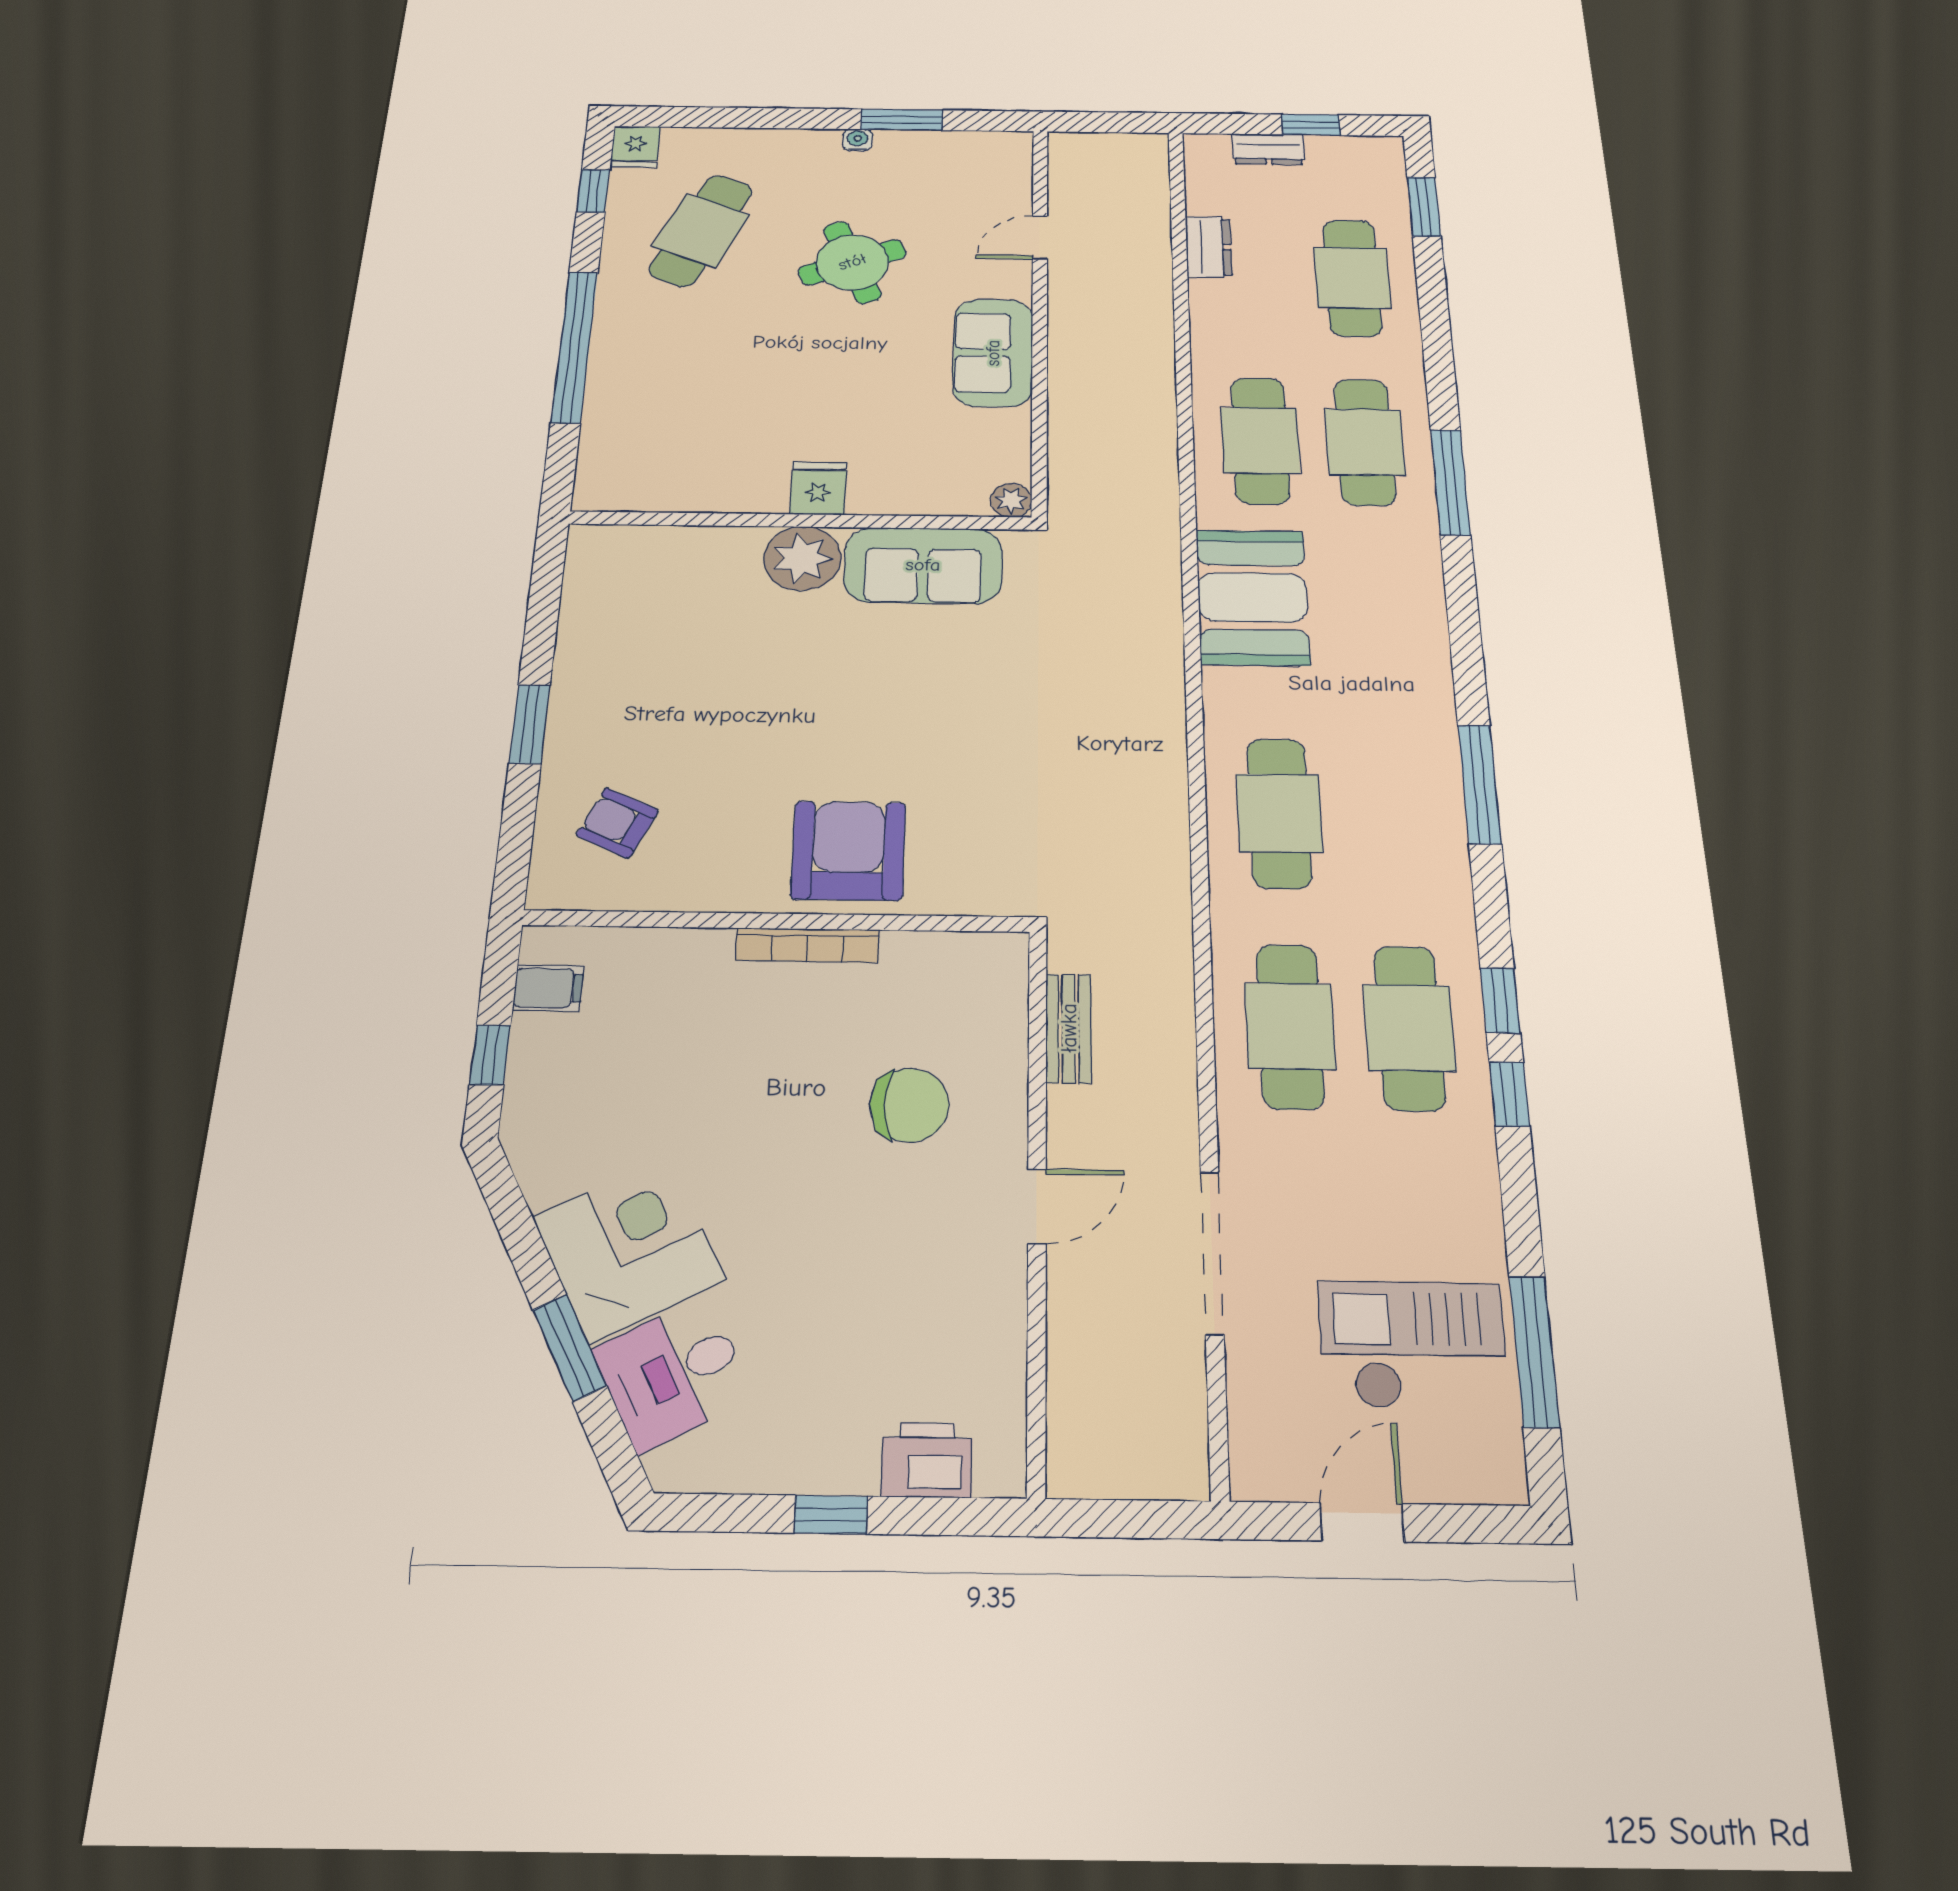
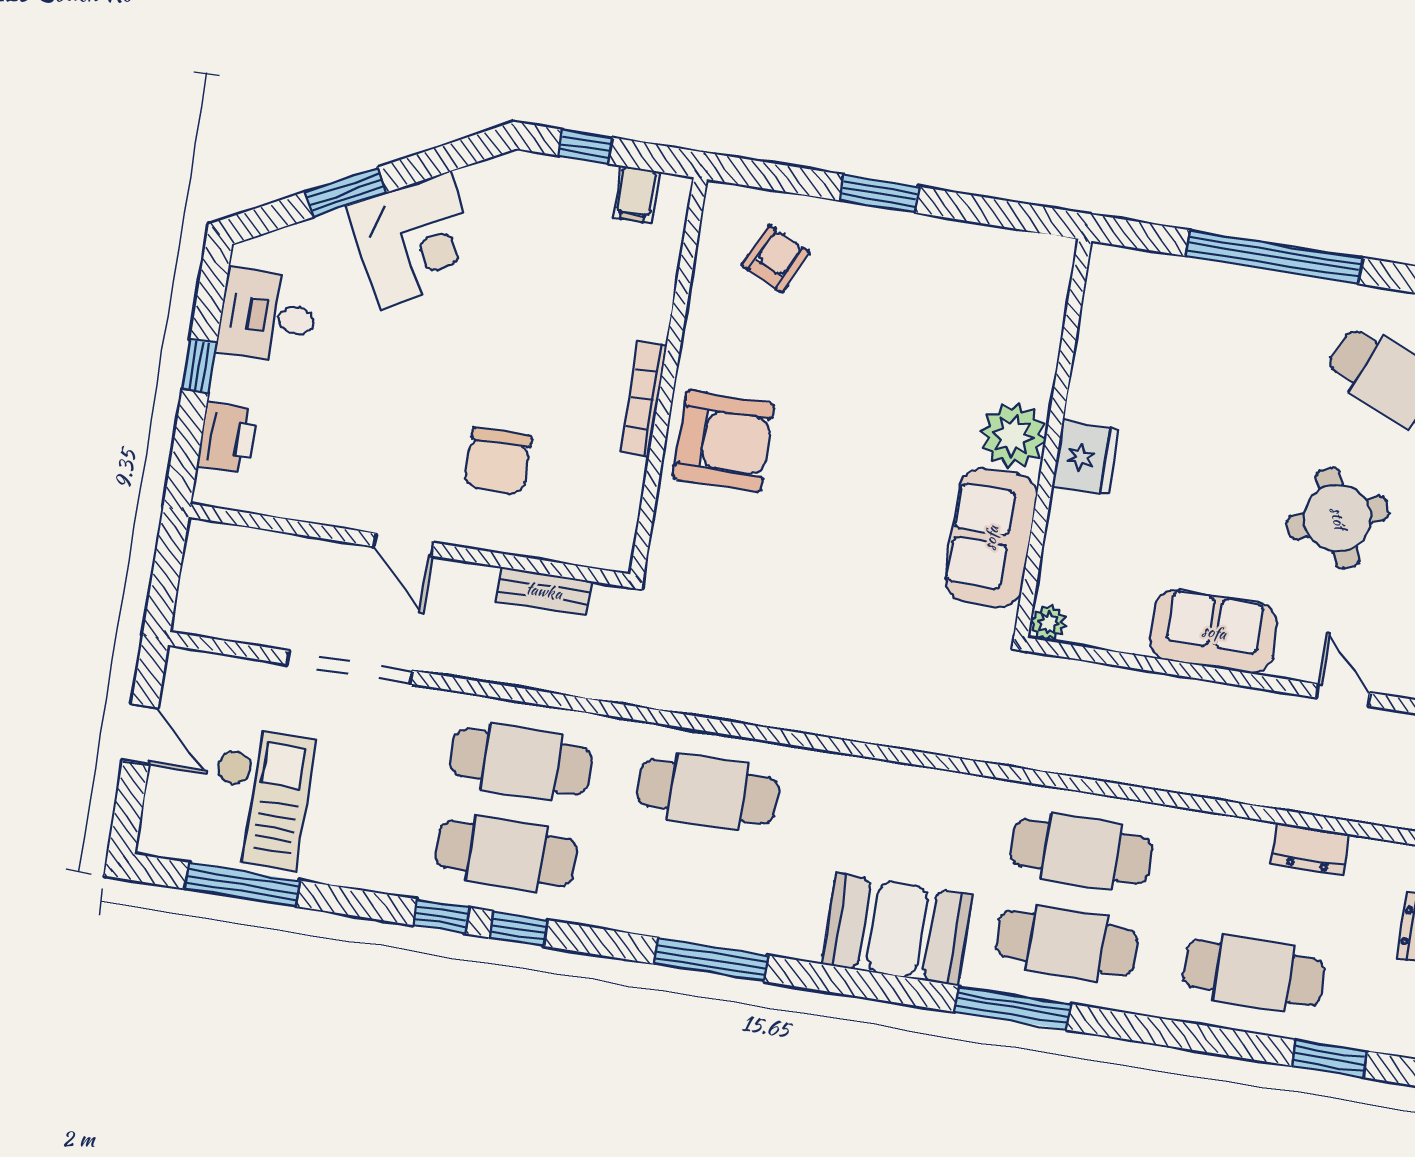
fridge: (818, 488) -> (1085, 458), width x1.38
booth: (1253, 597) -> (897, 929), moved
desk: (673, 1373) -> (268, 316), moved, turned -62

